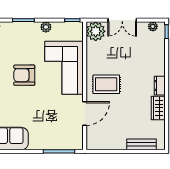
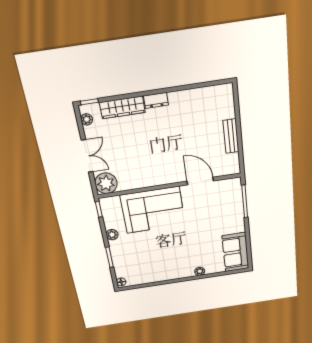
armchair: (24, 75) -> (167, 248), removed
rug: (106, 84) -> (164, 163), removed
wardrobe: (158, 108) -> (122, 107), moved, width x1.50
bench: (142, 144) -> (231, 136), moved

